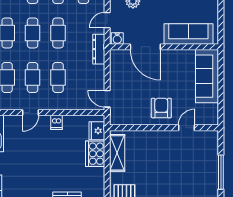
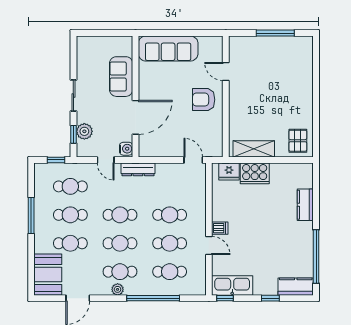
sofa: (188, 34) -> (121, 77), width x0.73
door: (107, 99) -> (193, 160), swing flipped
dishwasher: (57, 122) -> (220, 228), moved

